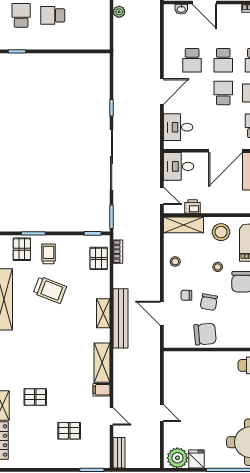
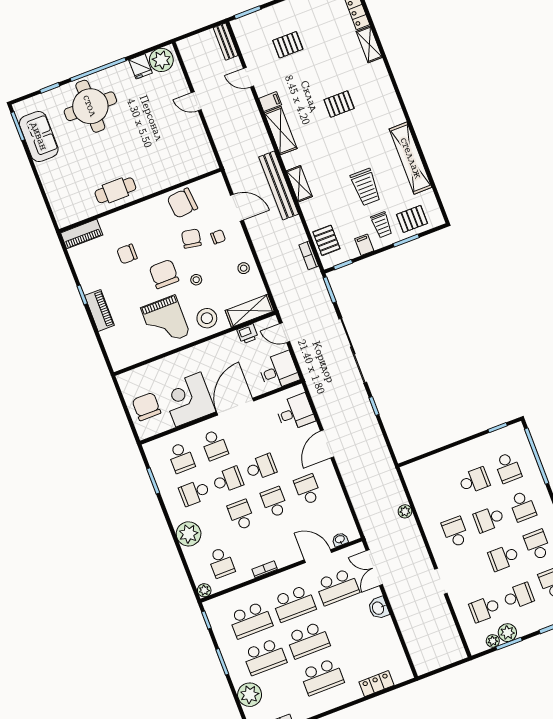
school desk: (223, 93) -> (261, 467), turned -90
filing cabinet: (69, 243) -> (364, 245), added
pallet: (22, 249) -> (412, 219), turned 90
trolley: (50, 290) -> (366, 187), turned -111
pallet: (35, 397) -> (339, 104), moved

